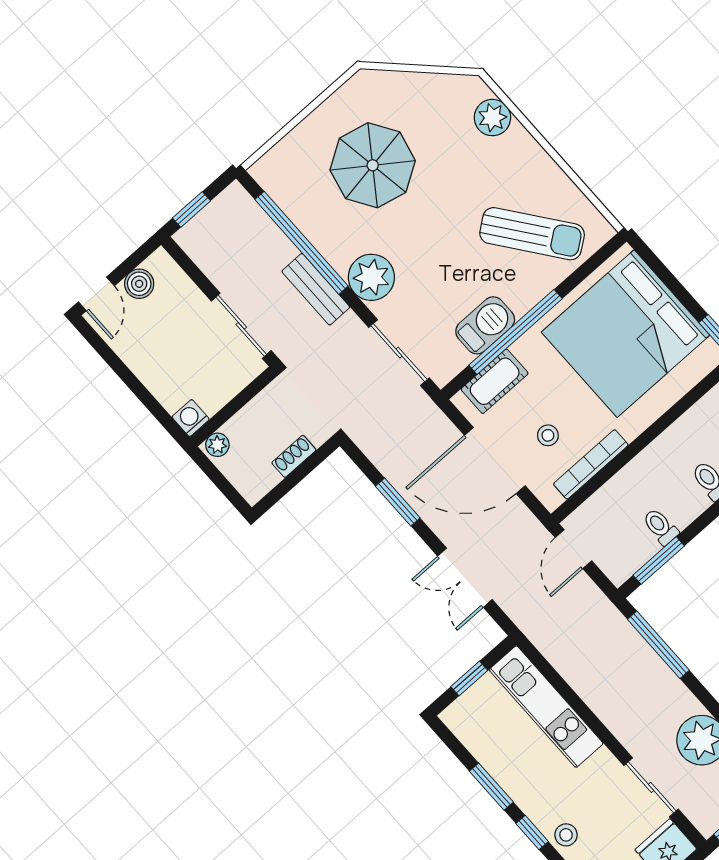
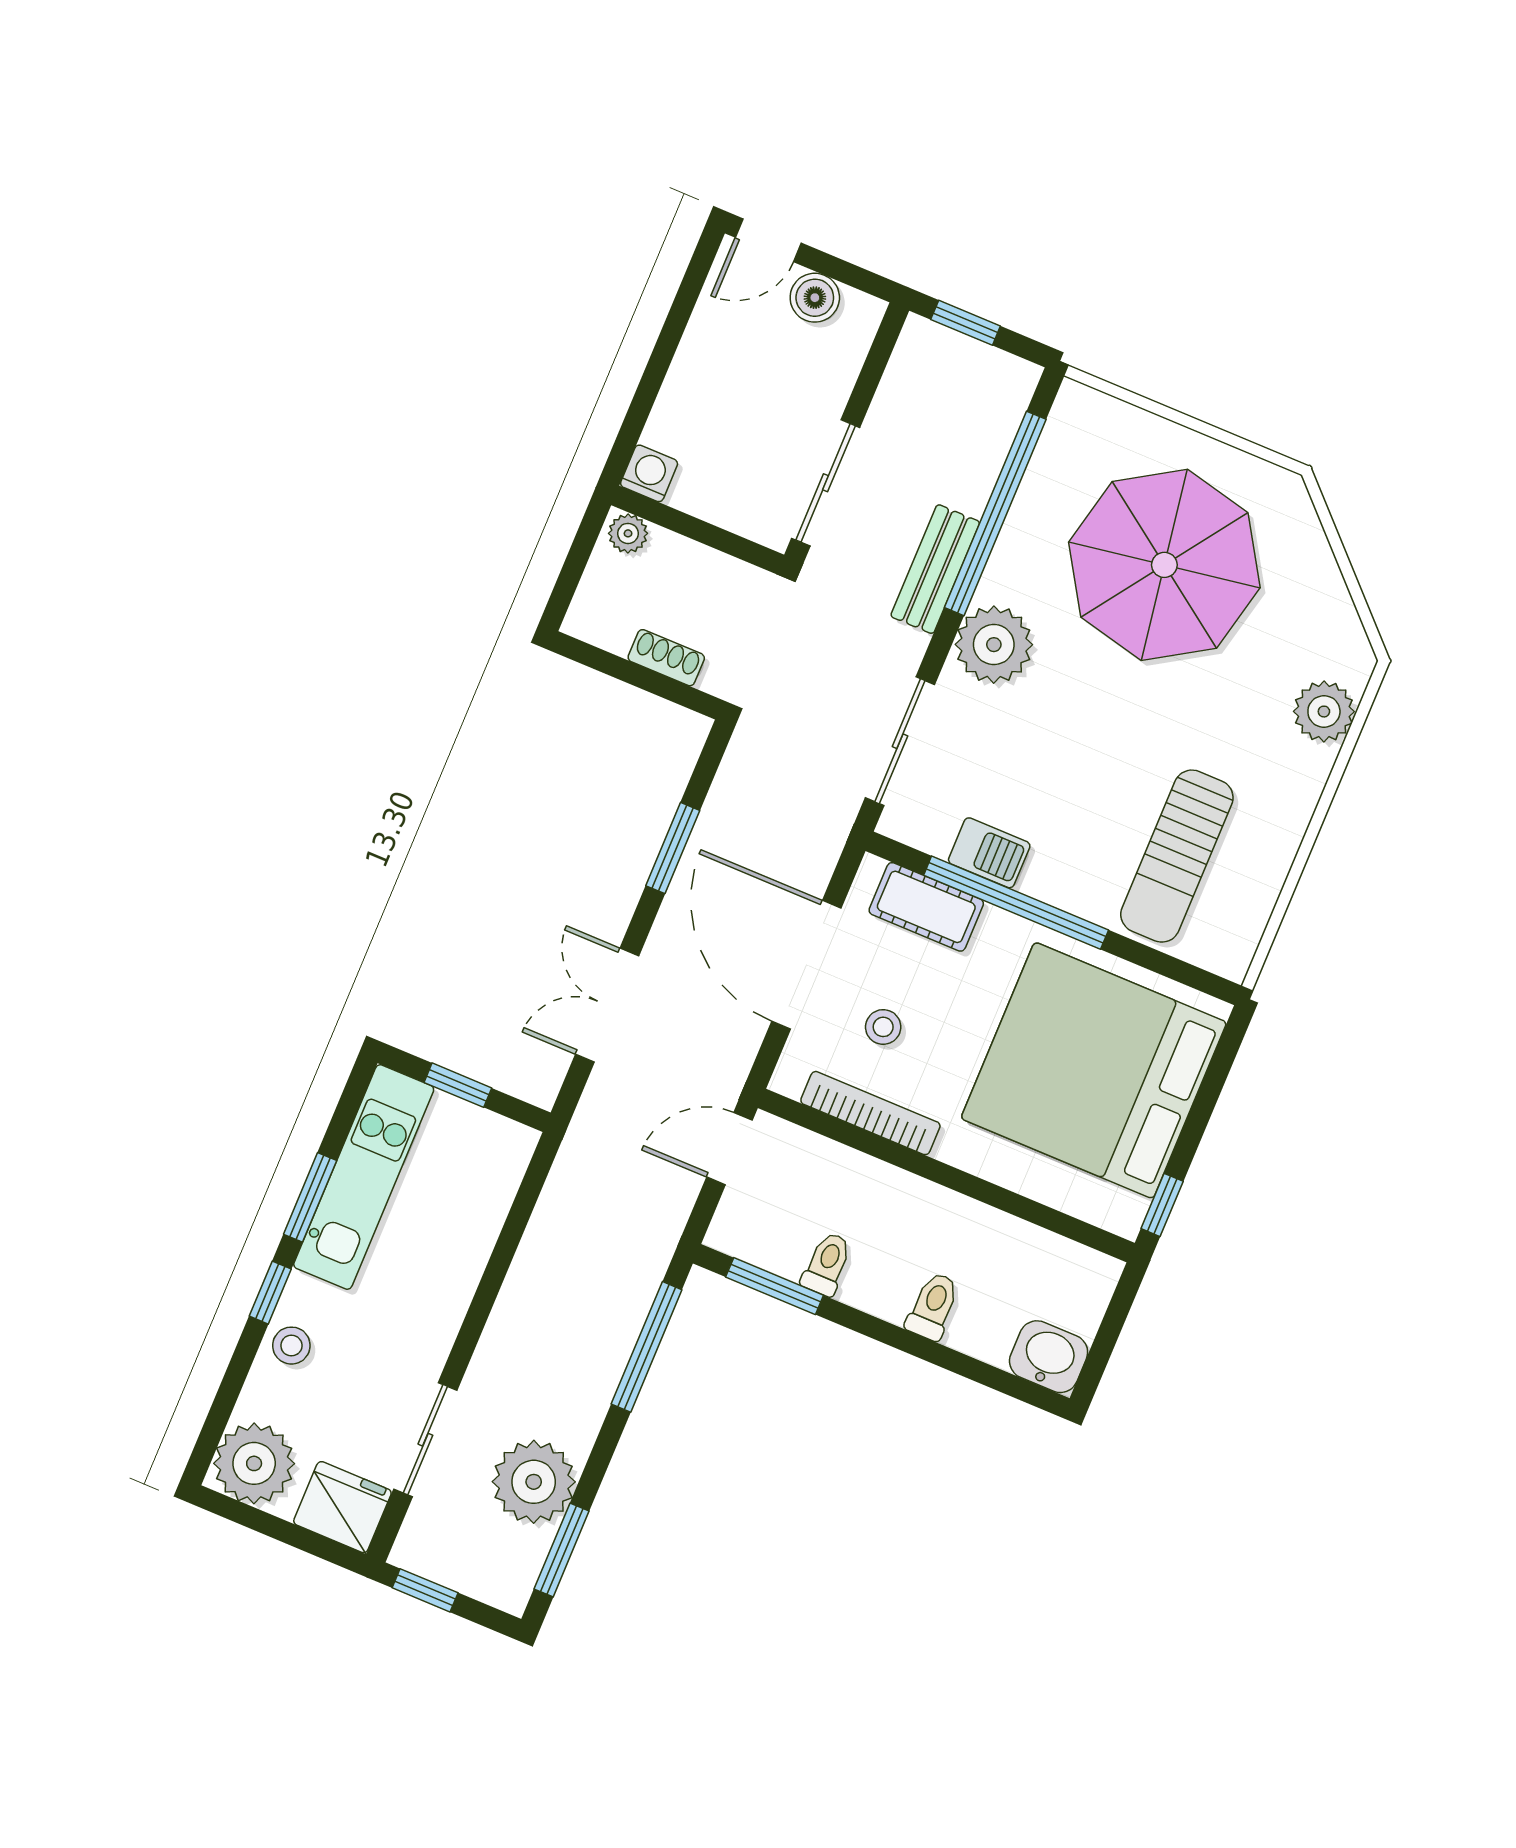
parasol: (373, 165) -> (1164, 565), width x1.36, depth x1.36
sun lounger: (532, 234) -> (1177, 856), turned 37
barbecue: (485, 325) -> (989, 853), width x0.73, depth x0.79
kitchen unit: (546, 707) -> (364, 1177), moved, turned 180

